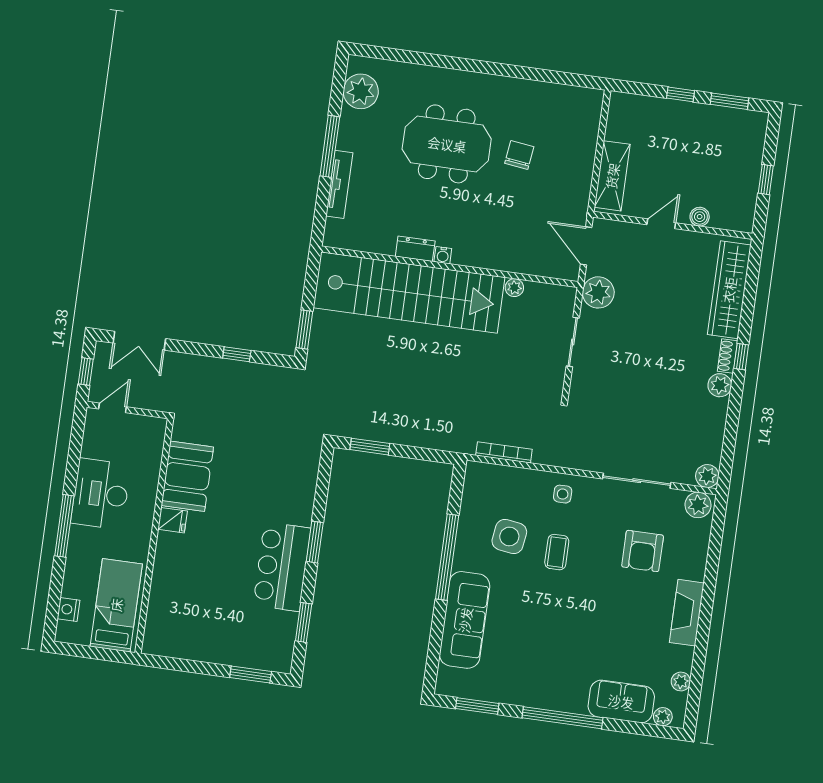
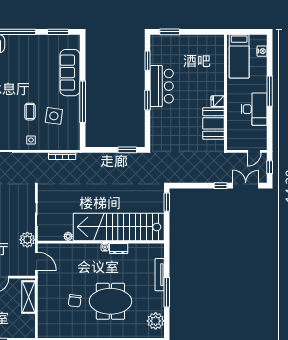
window: (237, 354) -> (221, 186), moved

